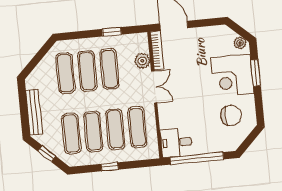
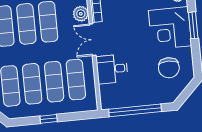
double door: (154, 87) -> (93, 40), swing flipped
chair: (231, 115) -> (169, 68), turned 90
desk: (176, 143) -> (112, 69), moved

